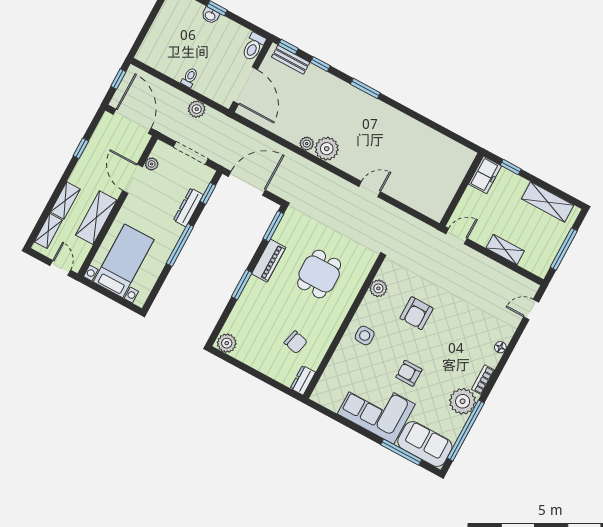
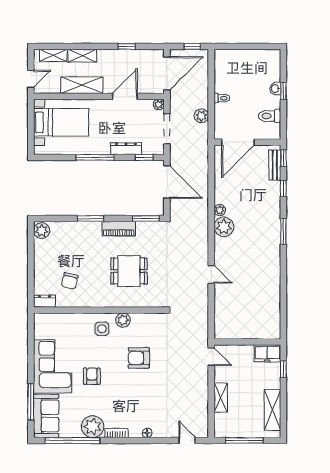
toilet: (253, 47) -> (270, 116), moved
plant: (152, 164) -> (159, 105), moved
plant: (378, 288) -> (123, 320), moved

